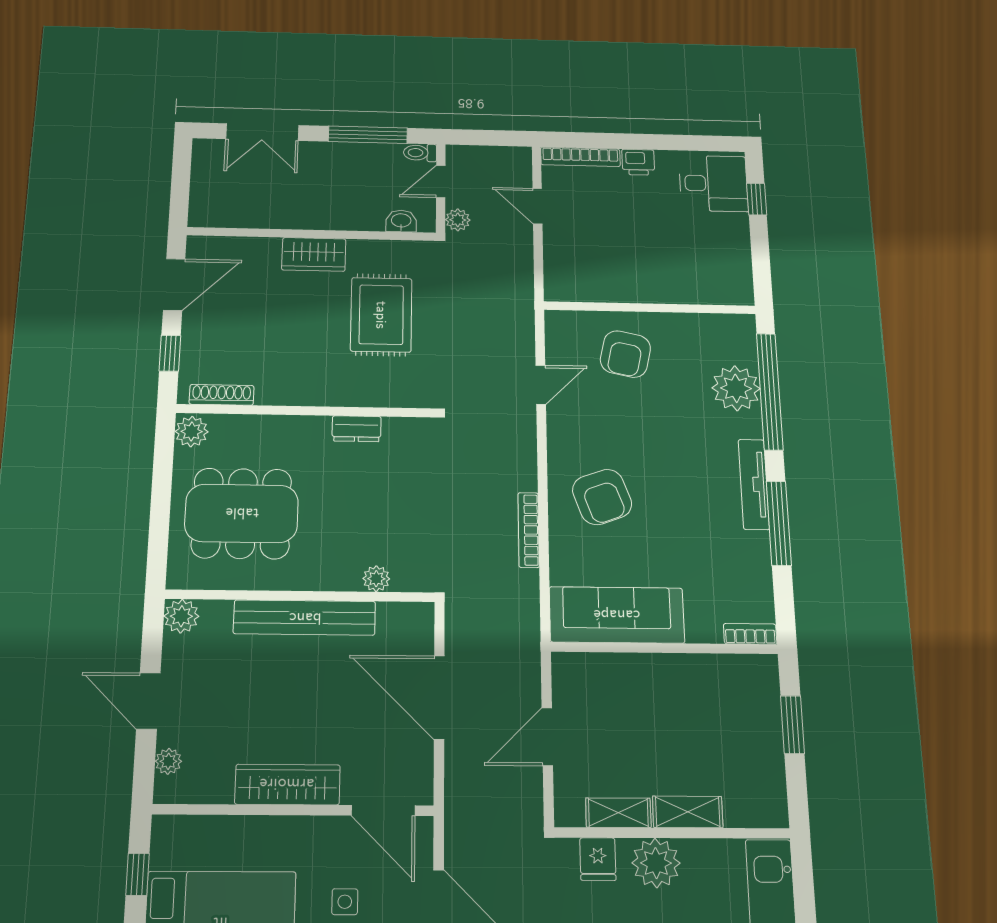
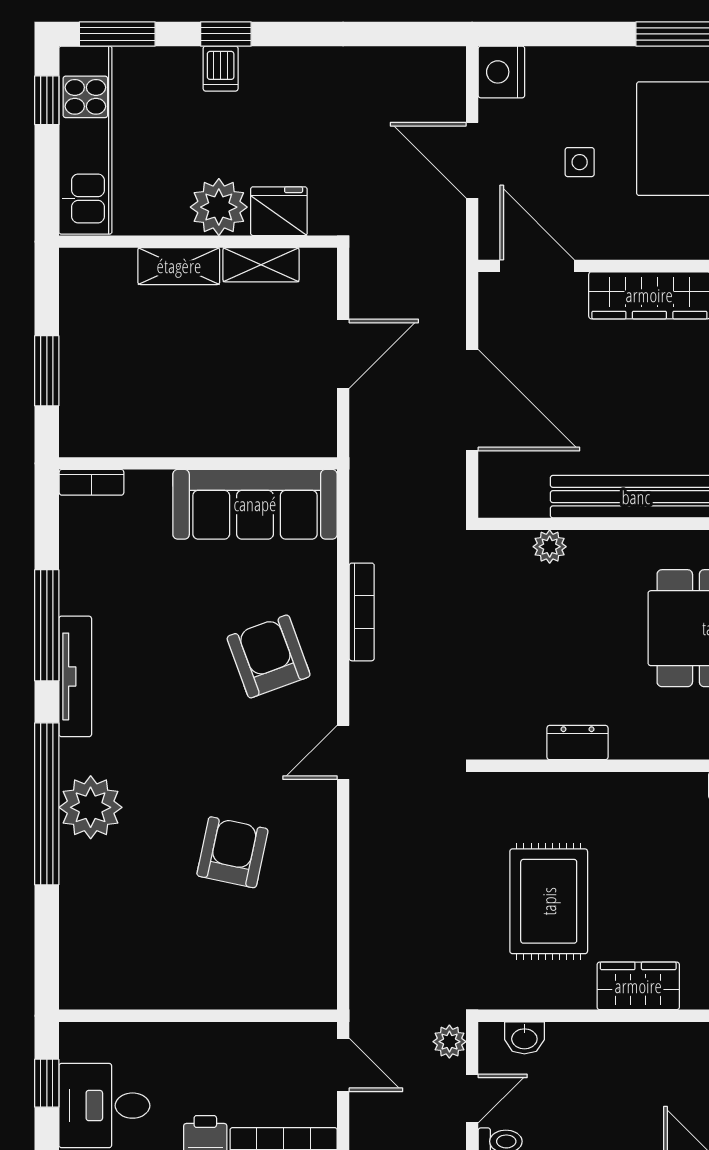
wall: (650, 308) -> (198, 1016), moved
door: (541, 385) -> (343, 752), moved
fridge: (598, 859) -> (279, 211), width x1.38

